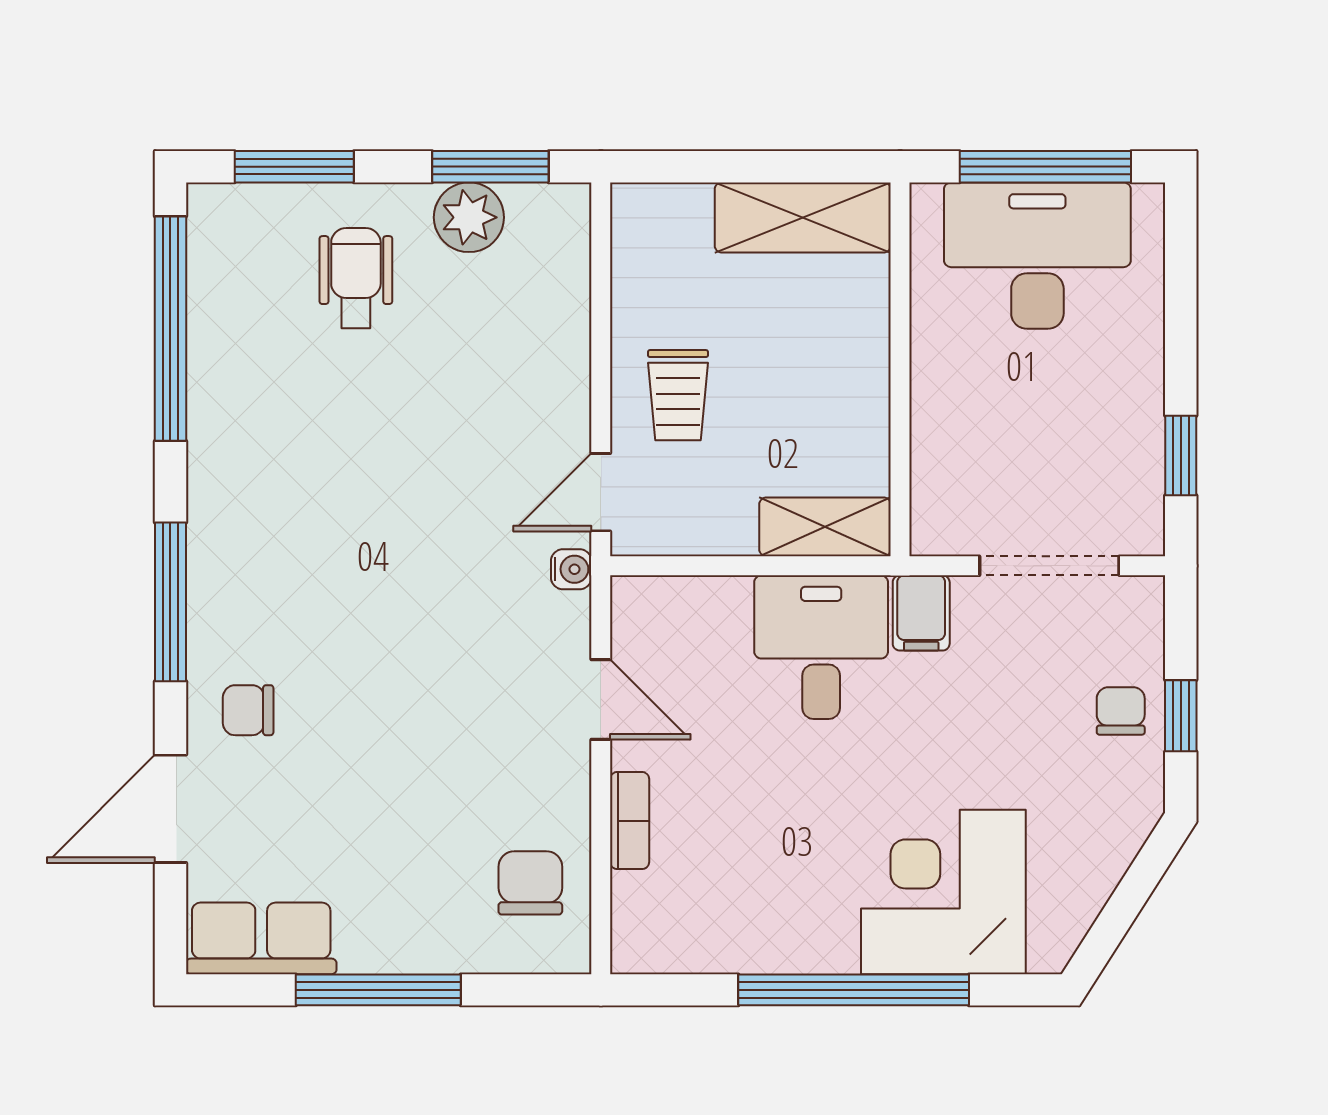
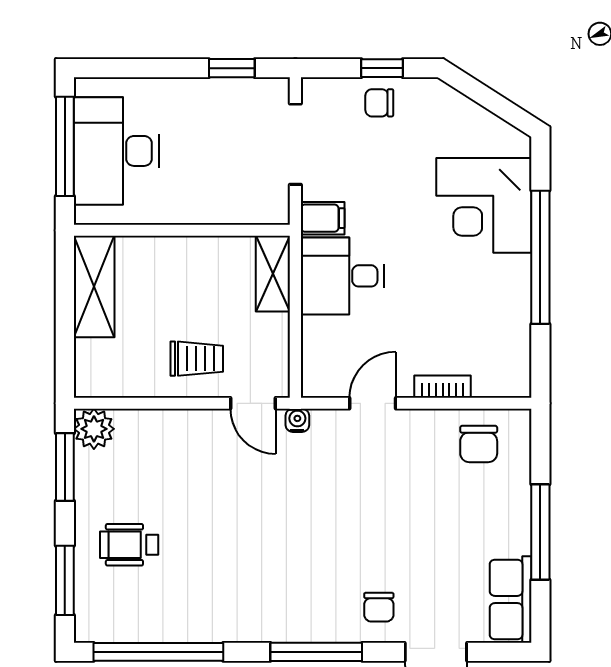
plant: (469, 217) -> (94, 429), moved
chair: (530, 883) -> (479, 444), turned -90

